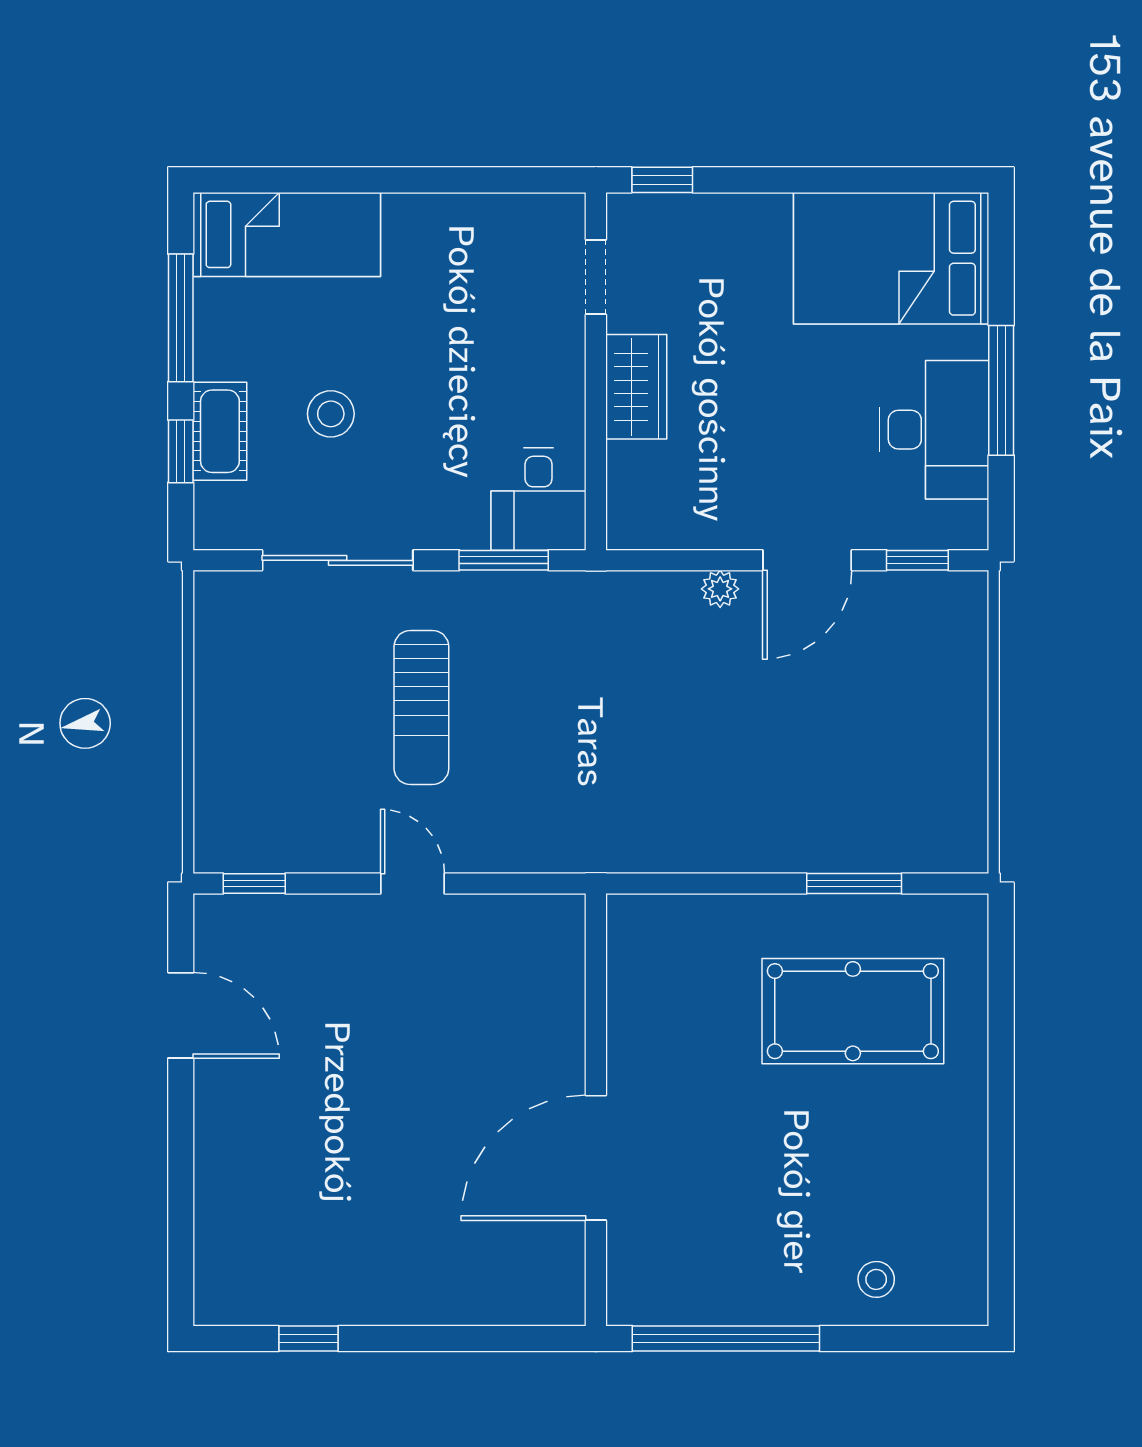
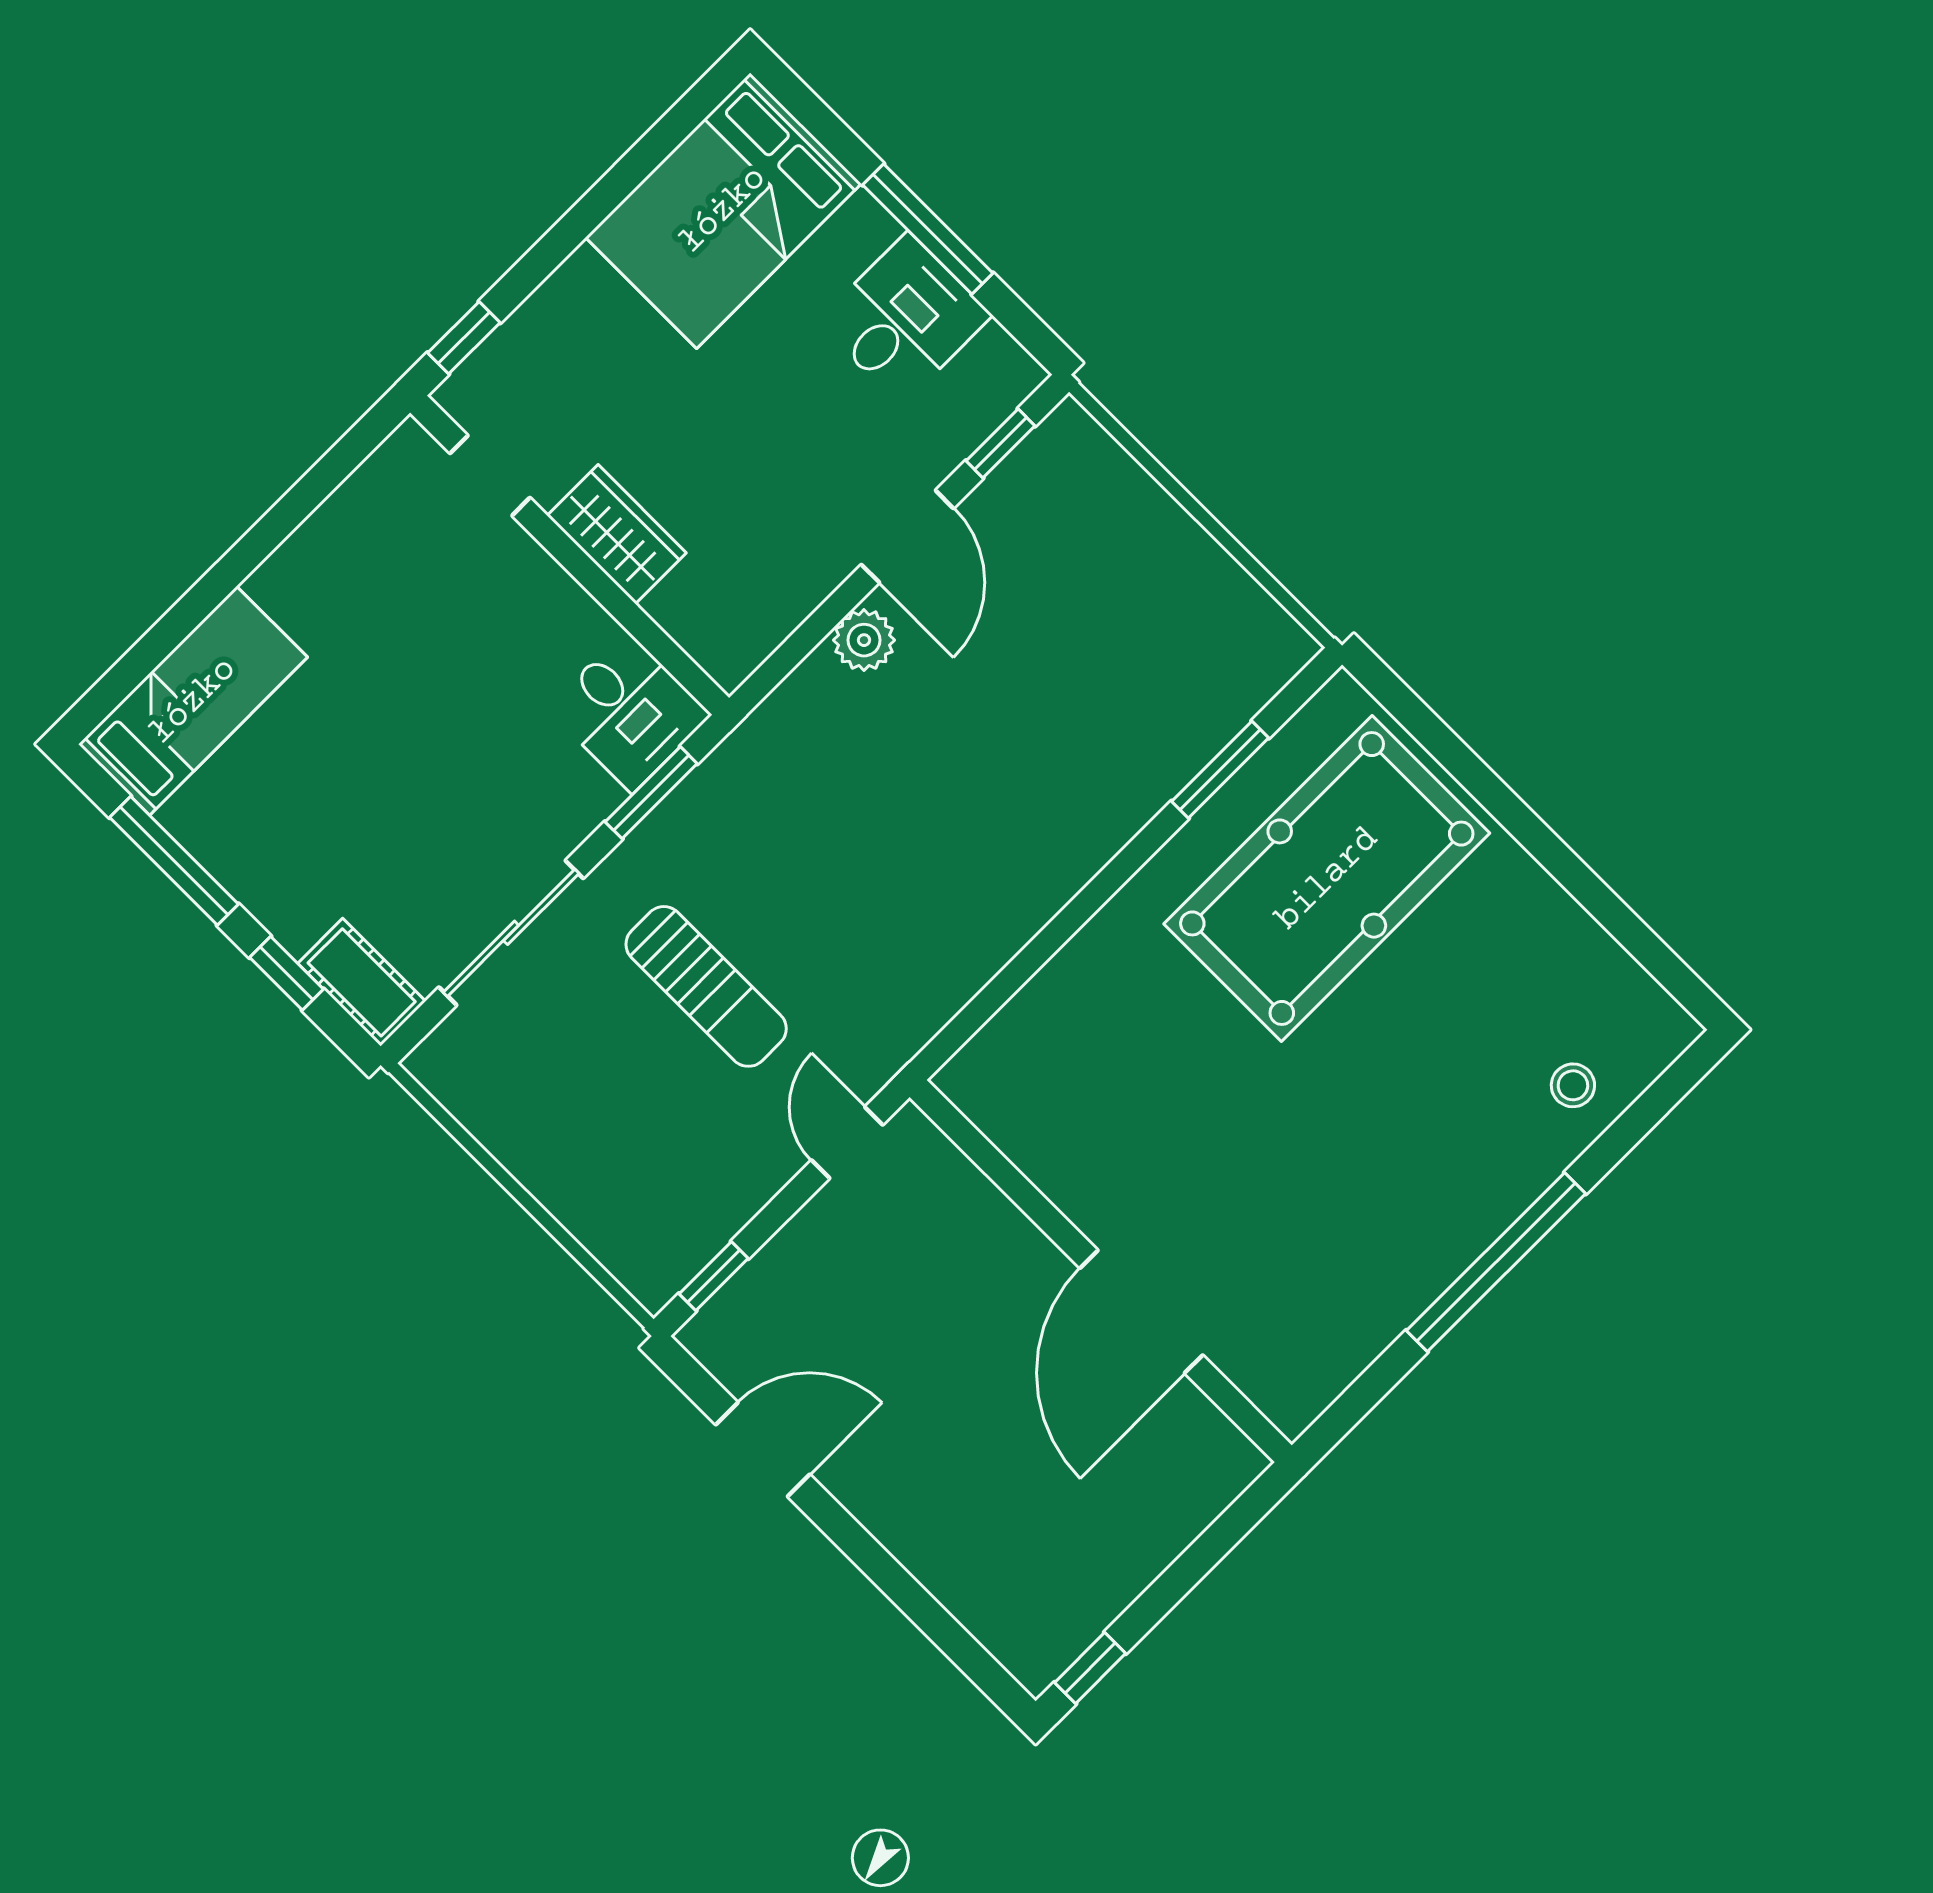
stool: (331, 414) -> (382, 815), removed
desk: (934, 430) -> (904, 319), width x0.73
cot: (220, 431) -> (362, 982), moved
plant: (720, 589) -> (864, 640), width x1.38, depth x1.38
door: (413, 884) -> (847, 1143), hinge flipped
pool table: (853, 1011) -> (1327, 879), width x1.36, depth x1.32
wall: (596, 1110) -> (1101, 1271), moved
door: (596, 1158) -> (1141, 1312), moved
window: (309, 1338) -> (1090, 1668), moved

